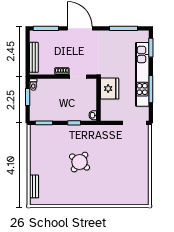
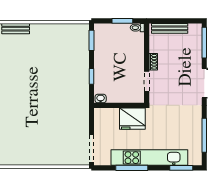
round table: (80, 162) -> (45, 83), removed

